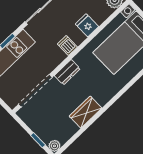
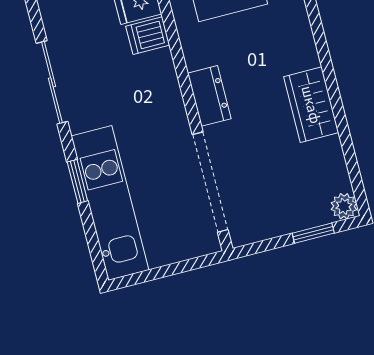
dishwasher: (67, 45) -> (148, 36), moved

